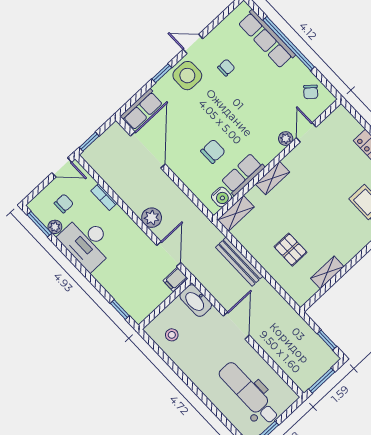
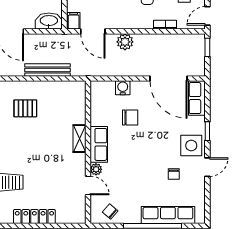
chair: (213, 151) -> (130, 118), turned -90
row of seats: (243, 174) -> (99, 144), moved
water cooler: (221, 197) -> (123, 88), moved, turned 90
shelving: (236, 213) -> (79, 96), removed

